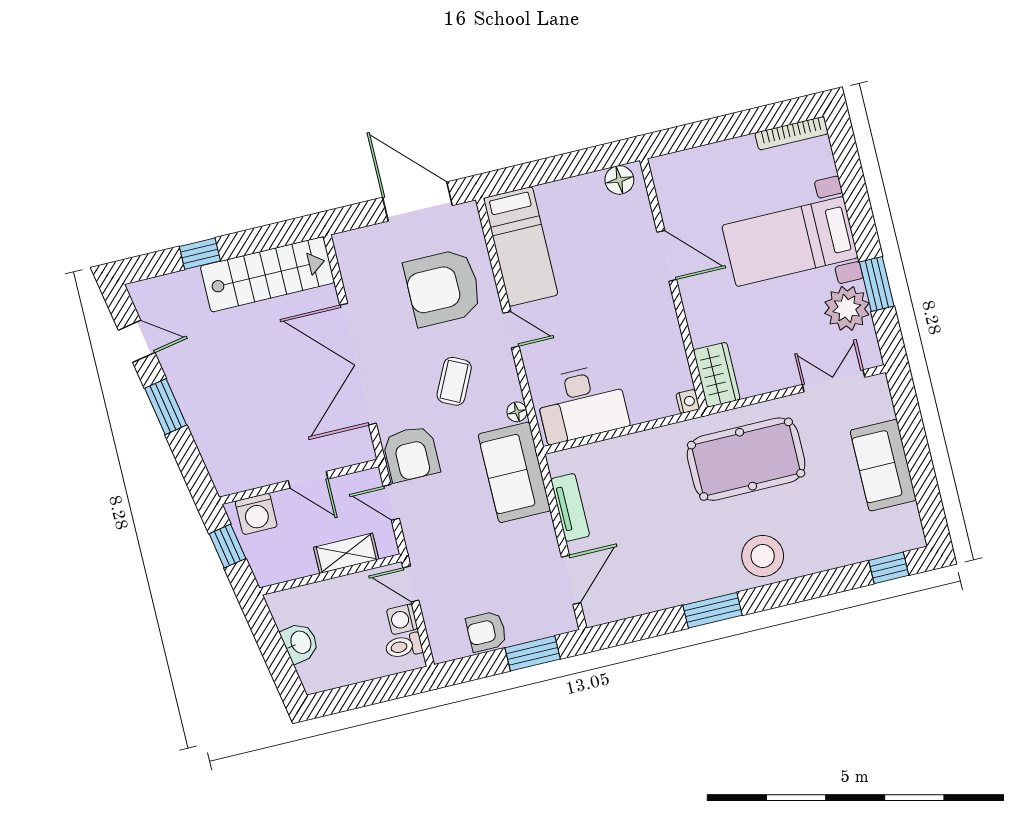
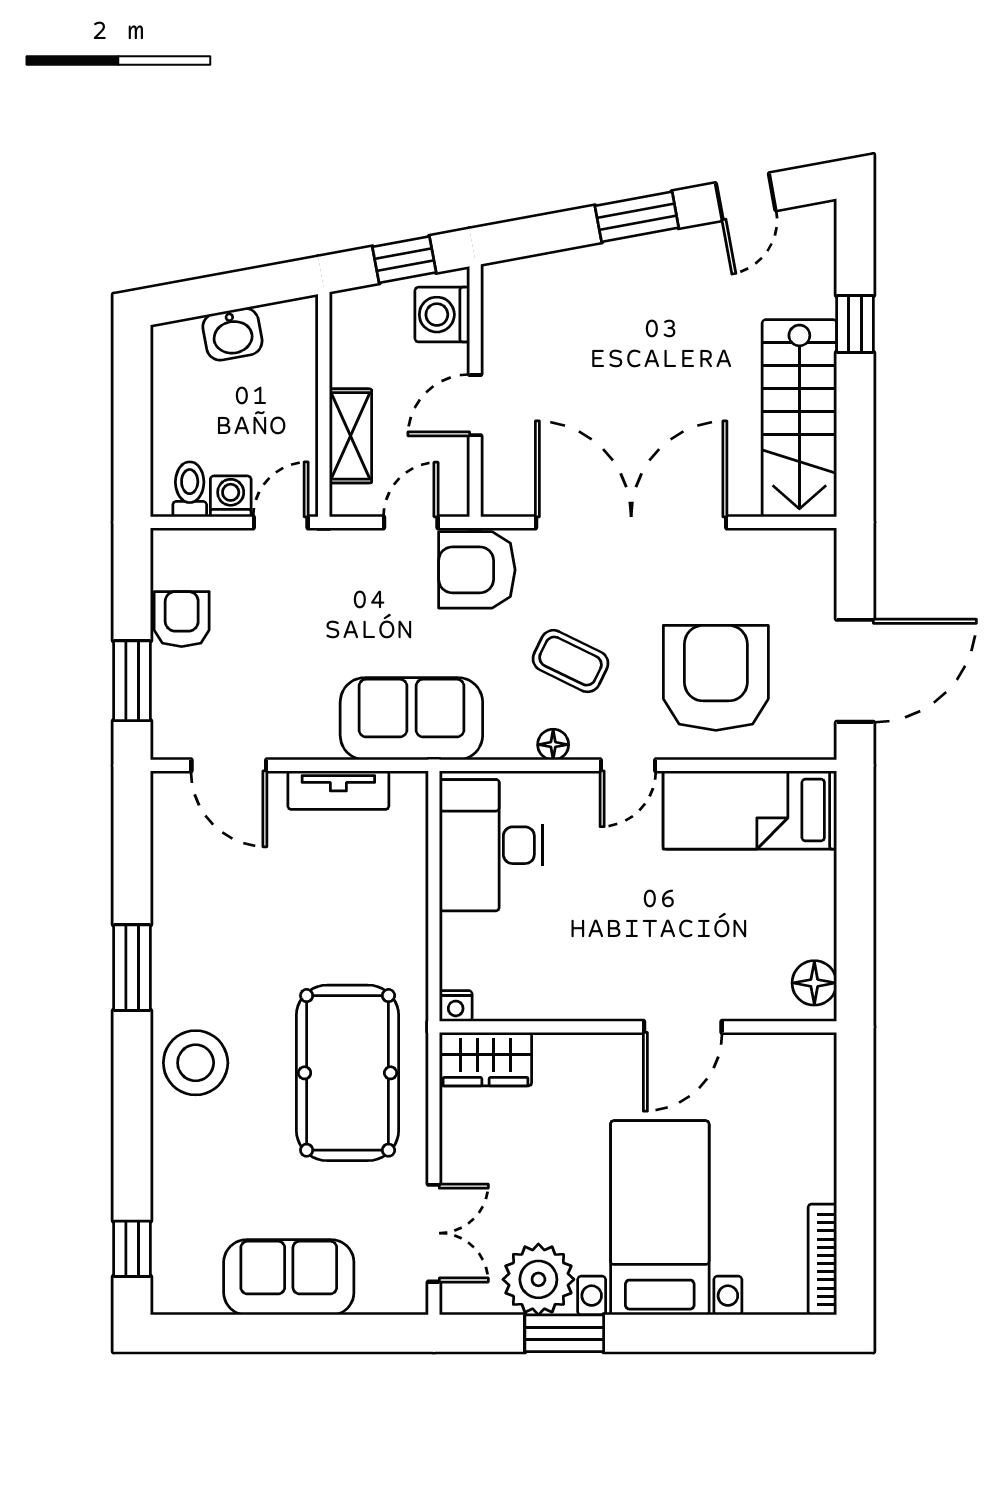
floor lamp: (517, 412) -> (553, 745), moved

